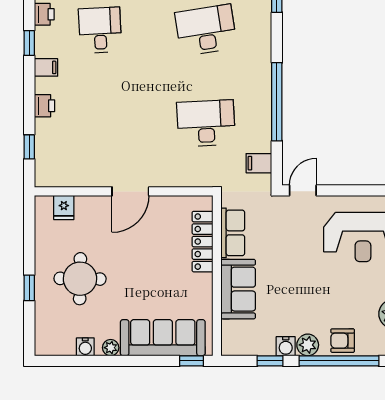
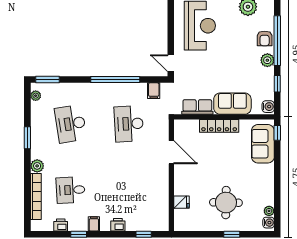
door: (130, 191) -> (171, 152), moved
fridge: (64, 208) -> (181, 202), moved
locker: (203, 242) -> (219, 126), moved
sofa: (163, 338) -> (263, 144), width x0.73
water cooler: (286, 346) -> (268, 107), moved
water cooler: (85, 347) -> (269, 223), moved
plant: (111, 348) -> (269, 211), moved

